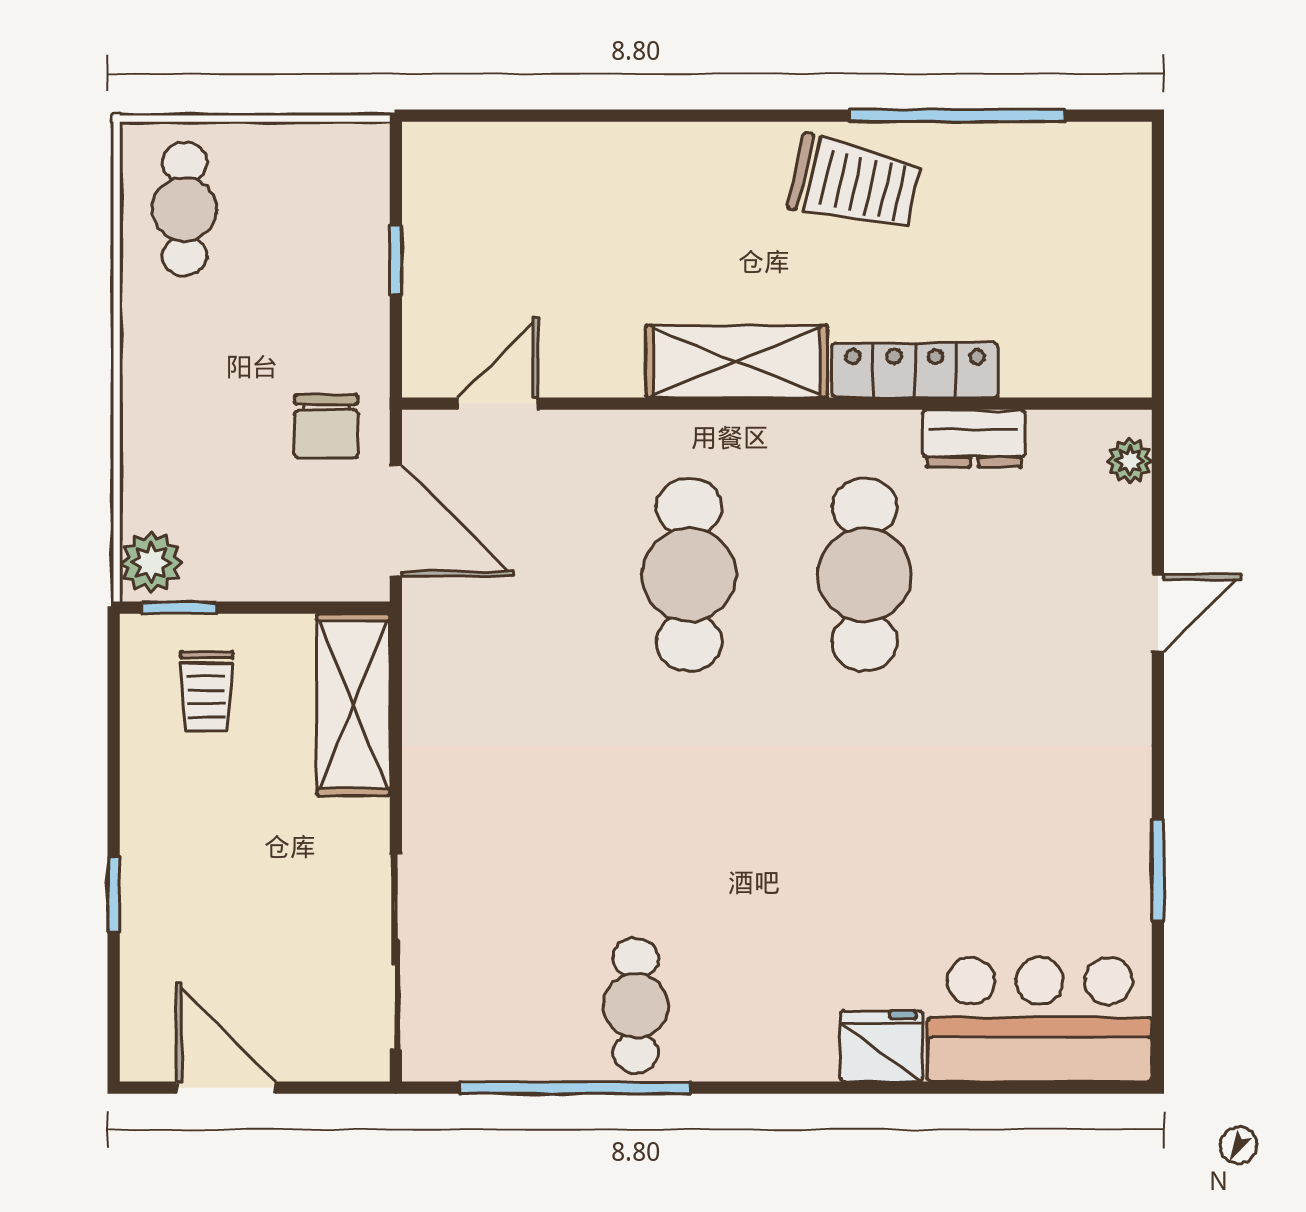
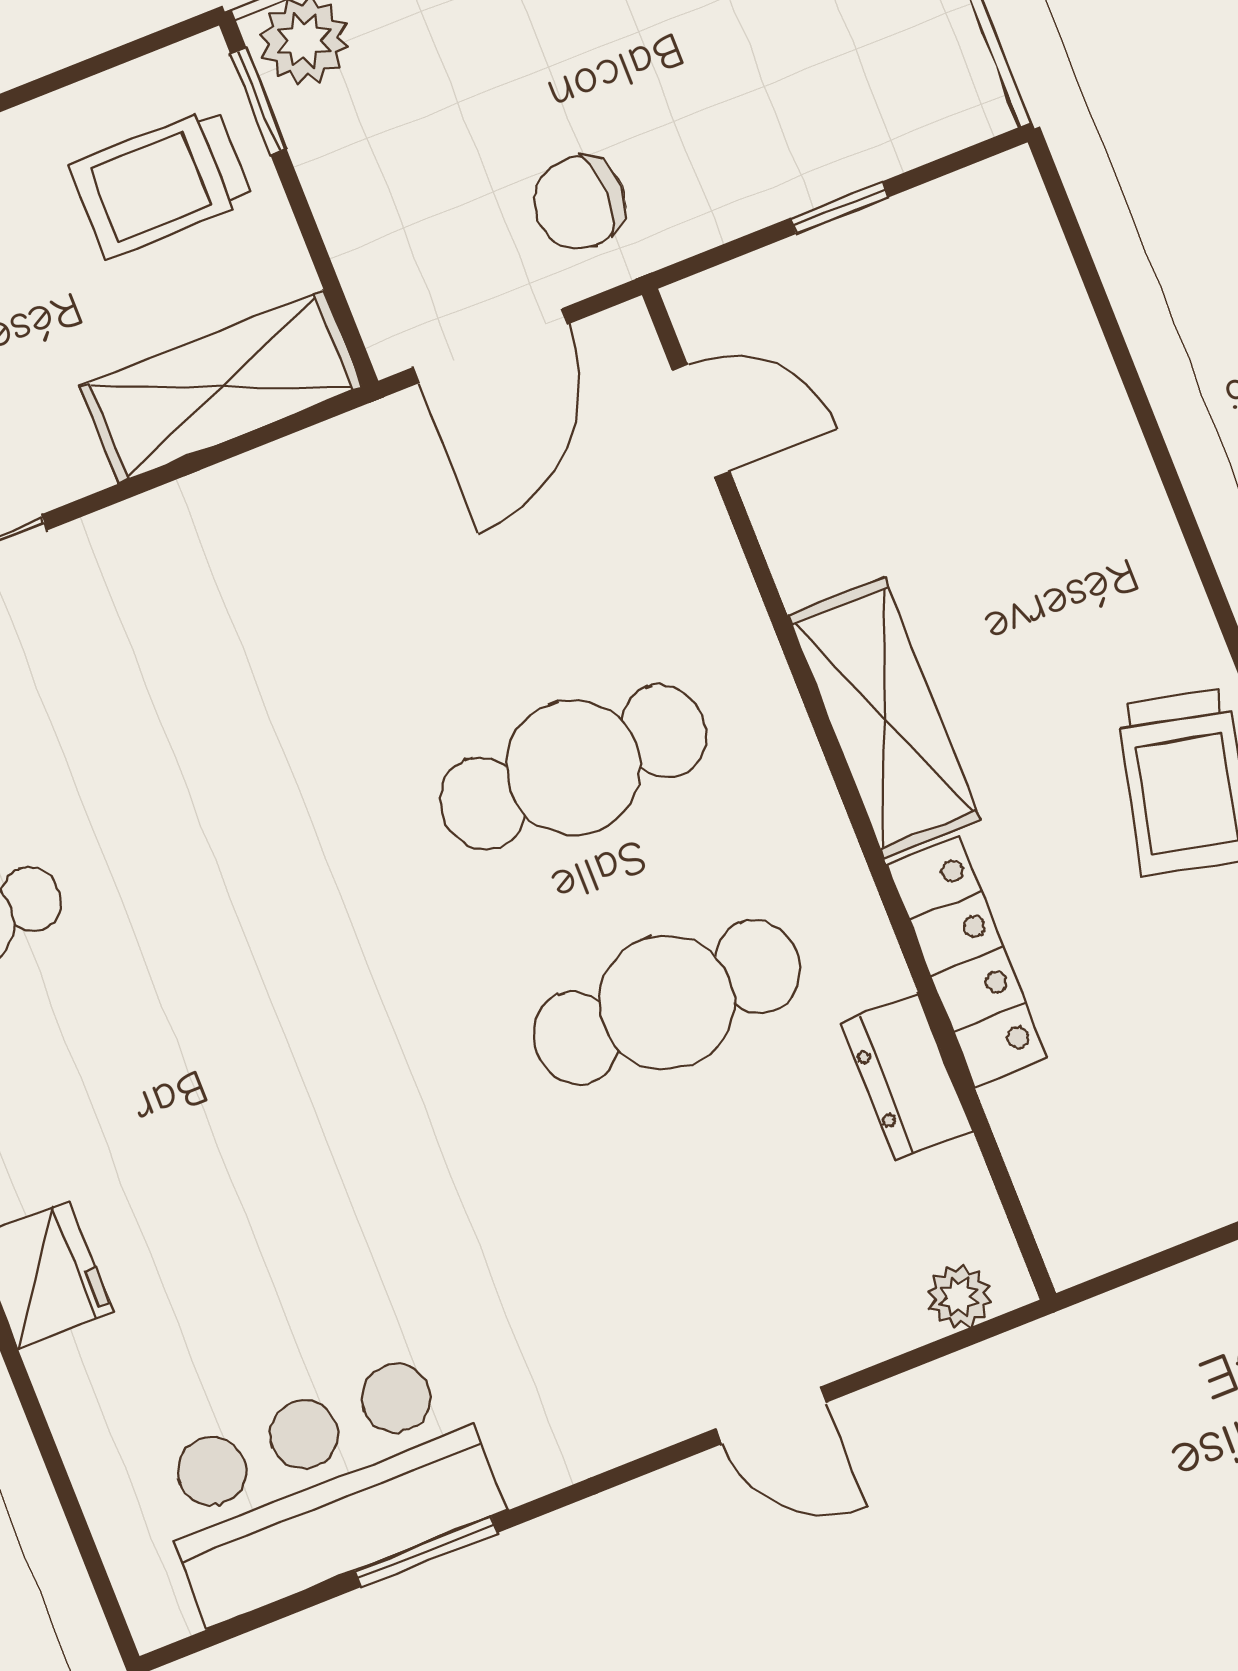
trolley: (206, 691) -> (161, 183), width x1.36, depth x1.39
bar counter: (1040, 1019) -> (325, 1486), moved, turned -90

